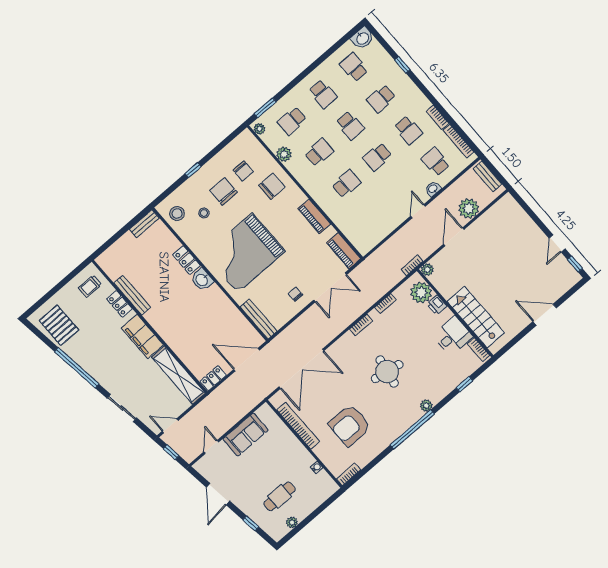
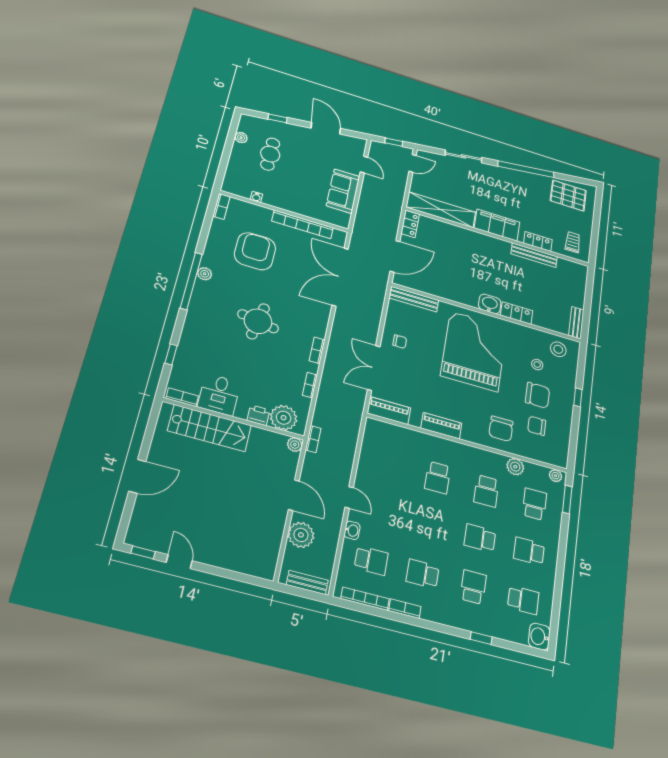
school desk: (377, 157) -> (430, 525), removed
plant: (426, 406) -> (205, 274), moved

